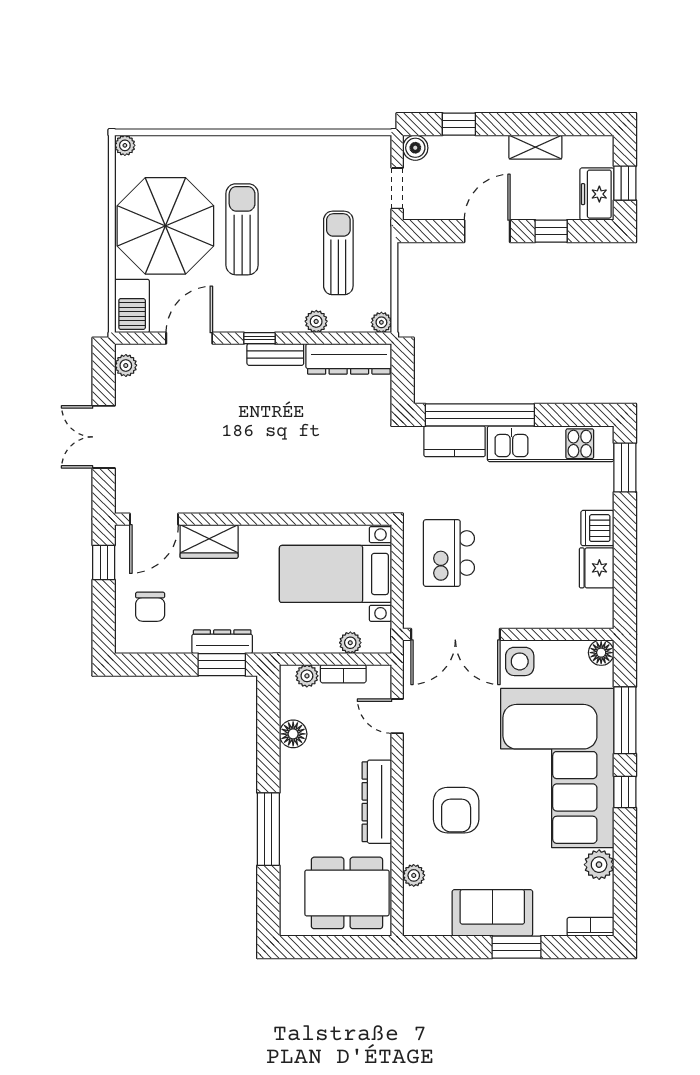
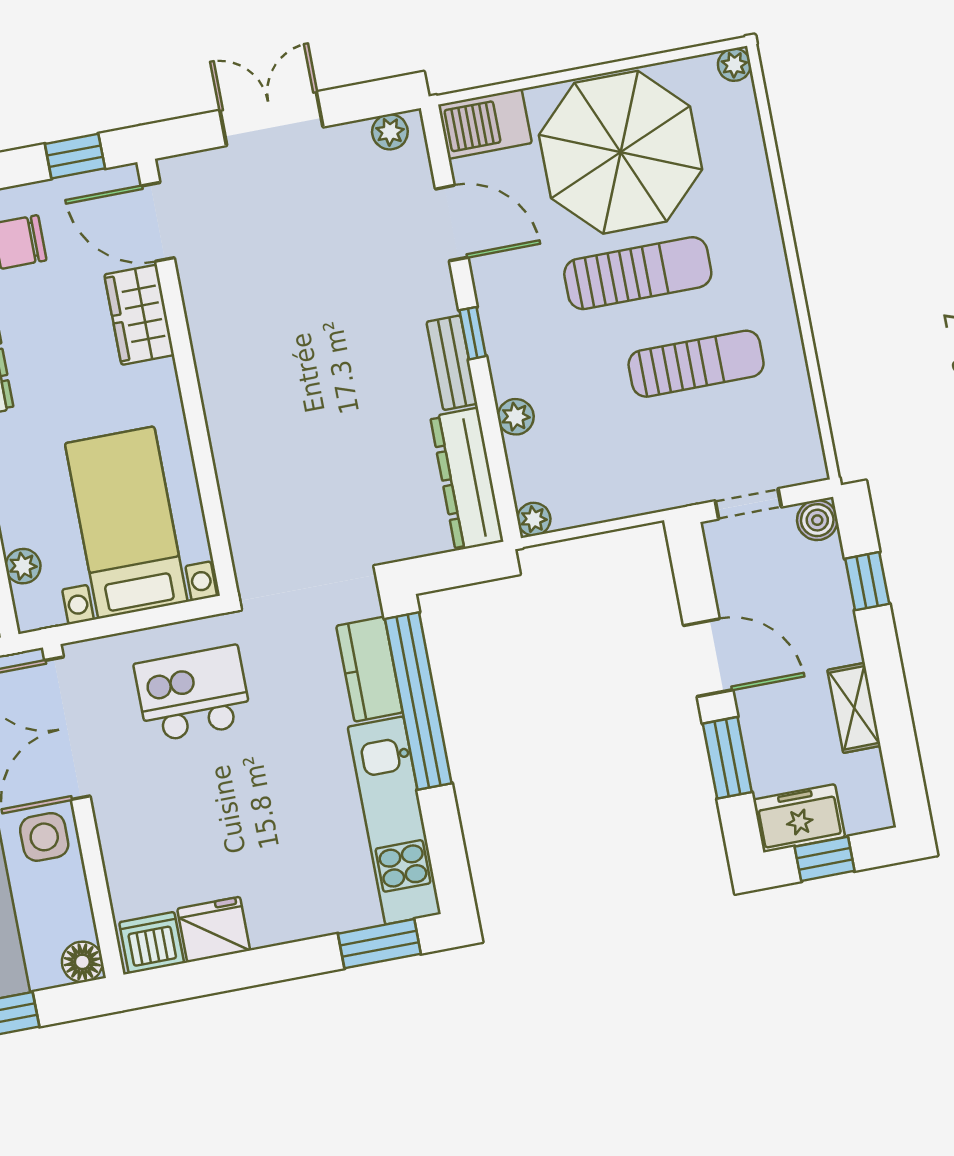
window: (551, 231) -> (727, 758), width x1.50
sun lounger: (338, 253) -> (696, 364), moved
dishwasher: (597, 528) -> (152, 943), moved

